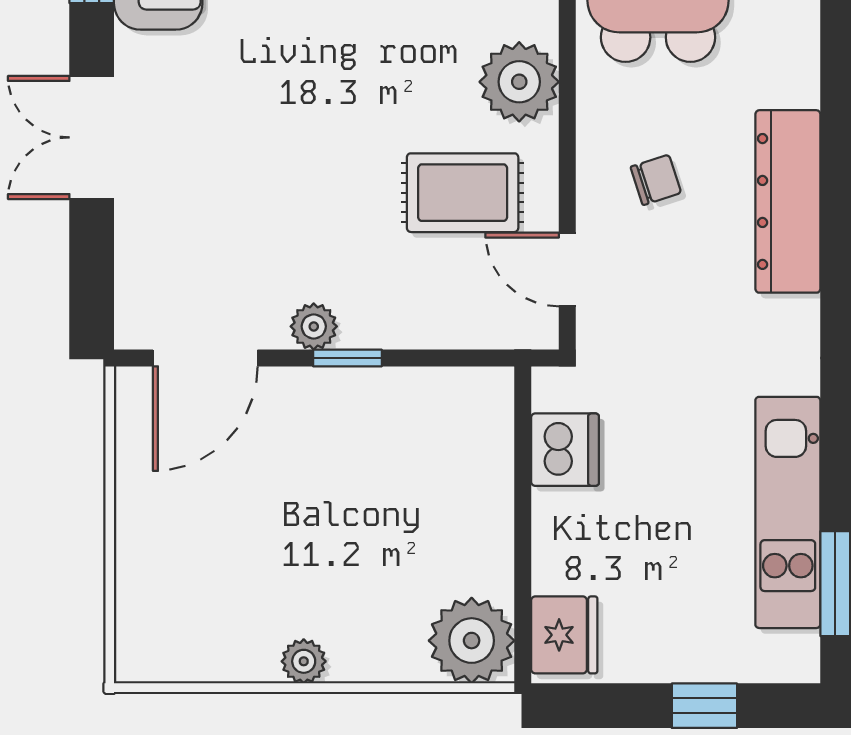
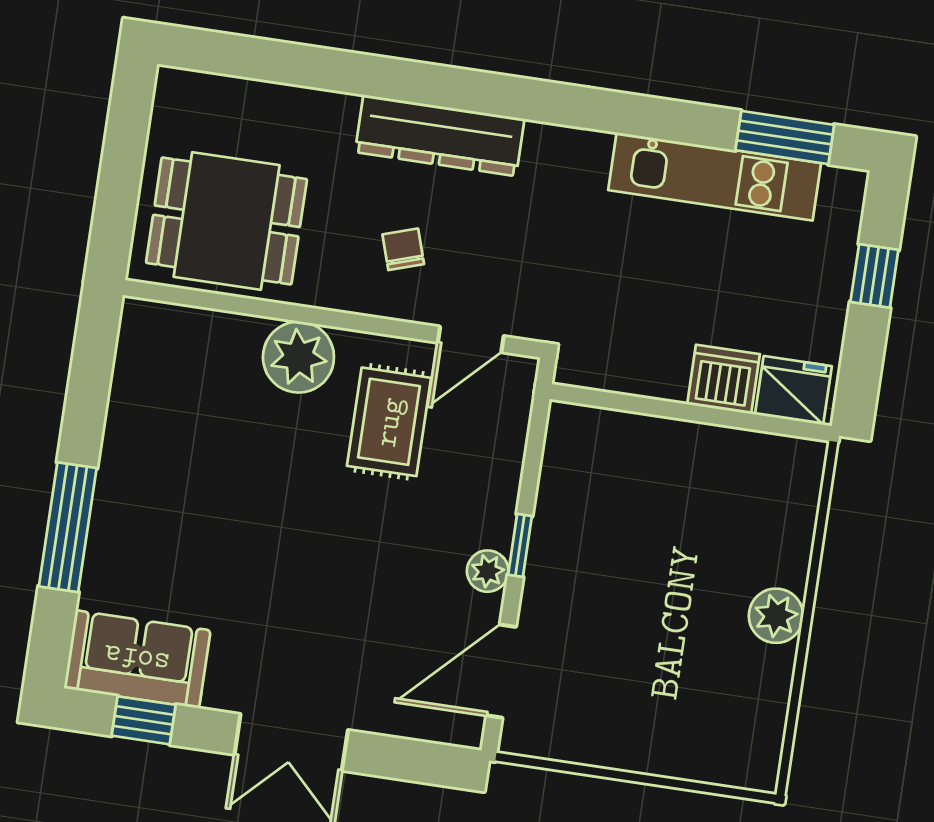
door: (205, 358) -> (501, 671), swing flipped
dishwasher: (565, 450) -> (724, 379), moved
plant: (472, 641) -> (786, 473), removed
plant: (304, 661) -> (776, 616), width x1.38, depth x1.38

